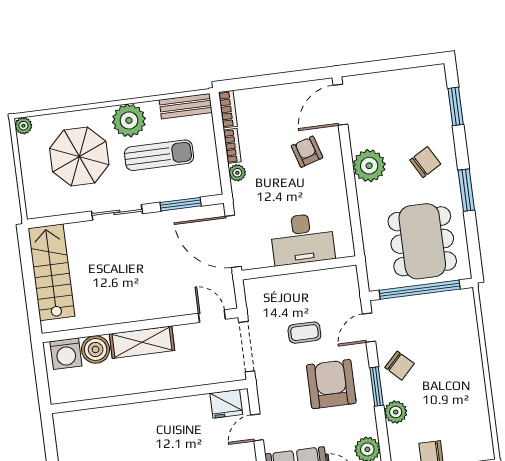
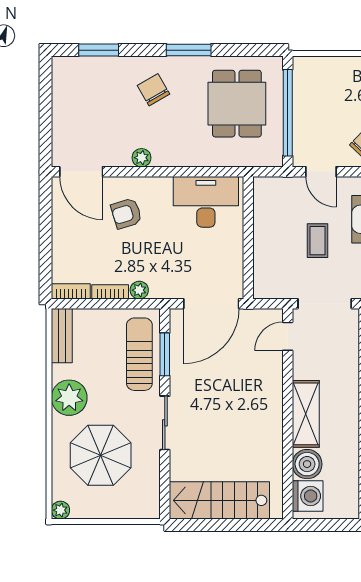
sun lounger: (159, 155) -> (139, 354), moved
plant: (369, 166) -> (141, 158), width x0.53, depth x0.53
desk: (302, 239) -> (206, 202), moved, turned -90
dining table: (422, 241) -> (237, 104), width x0.73

